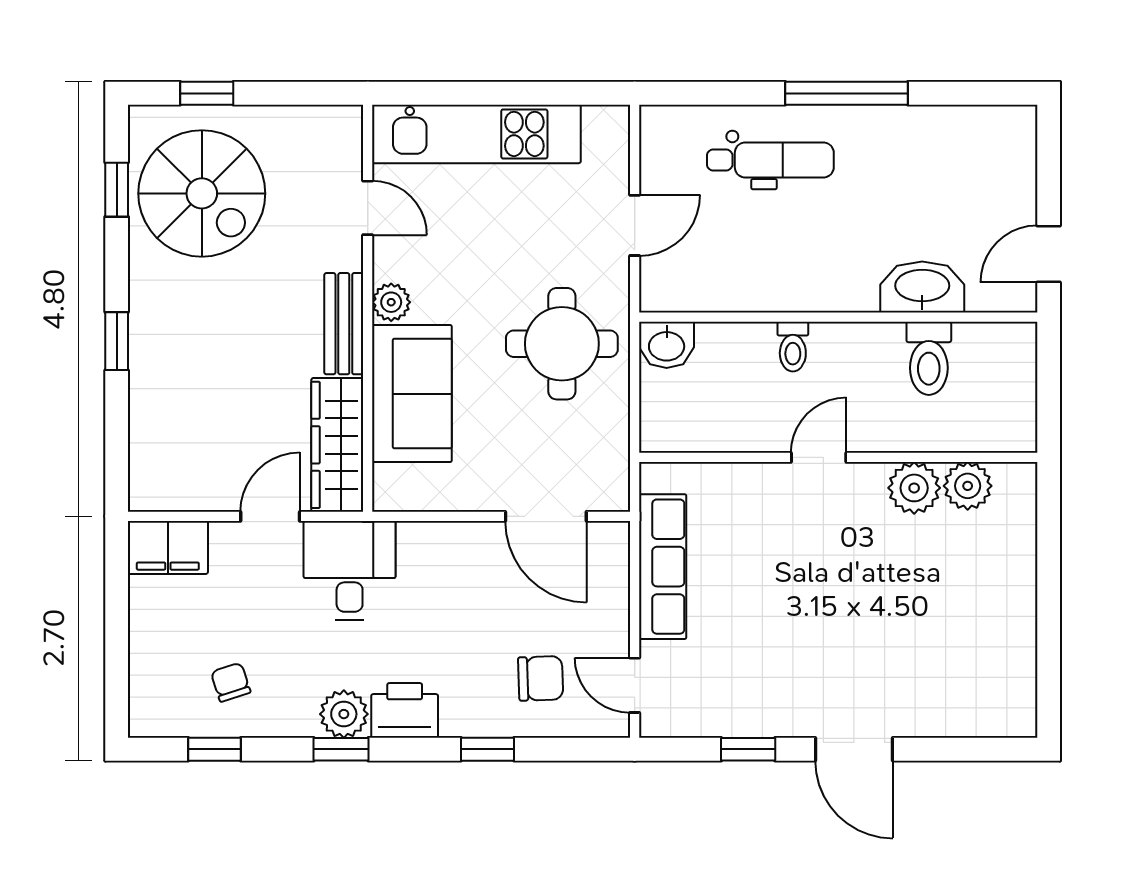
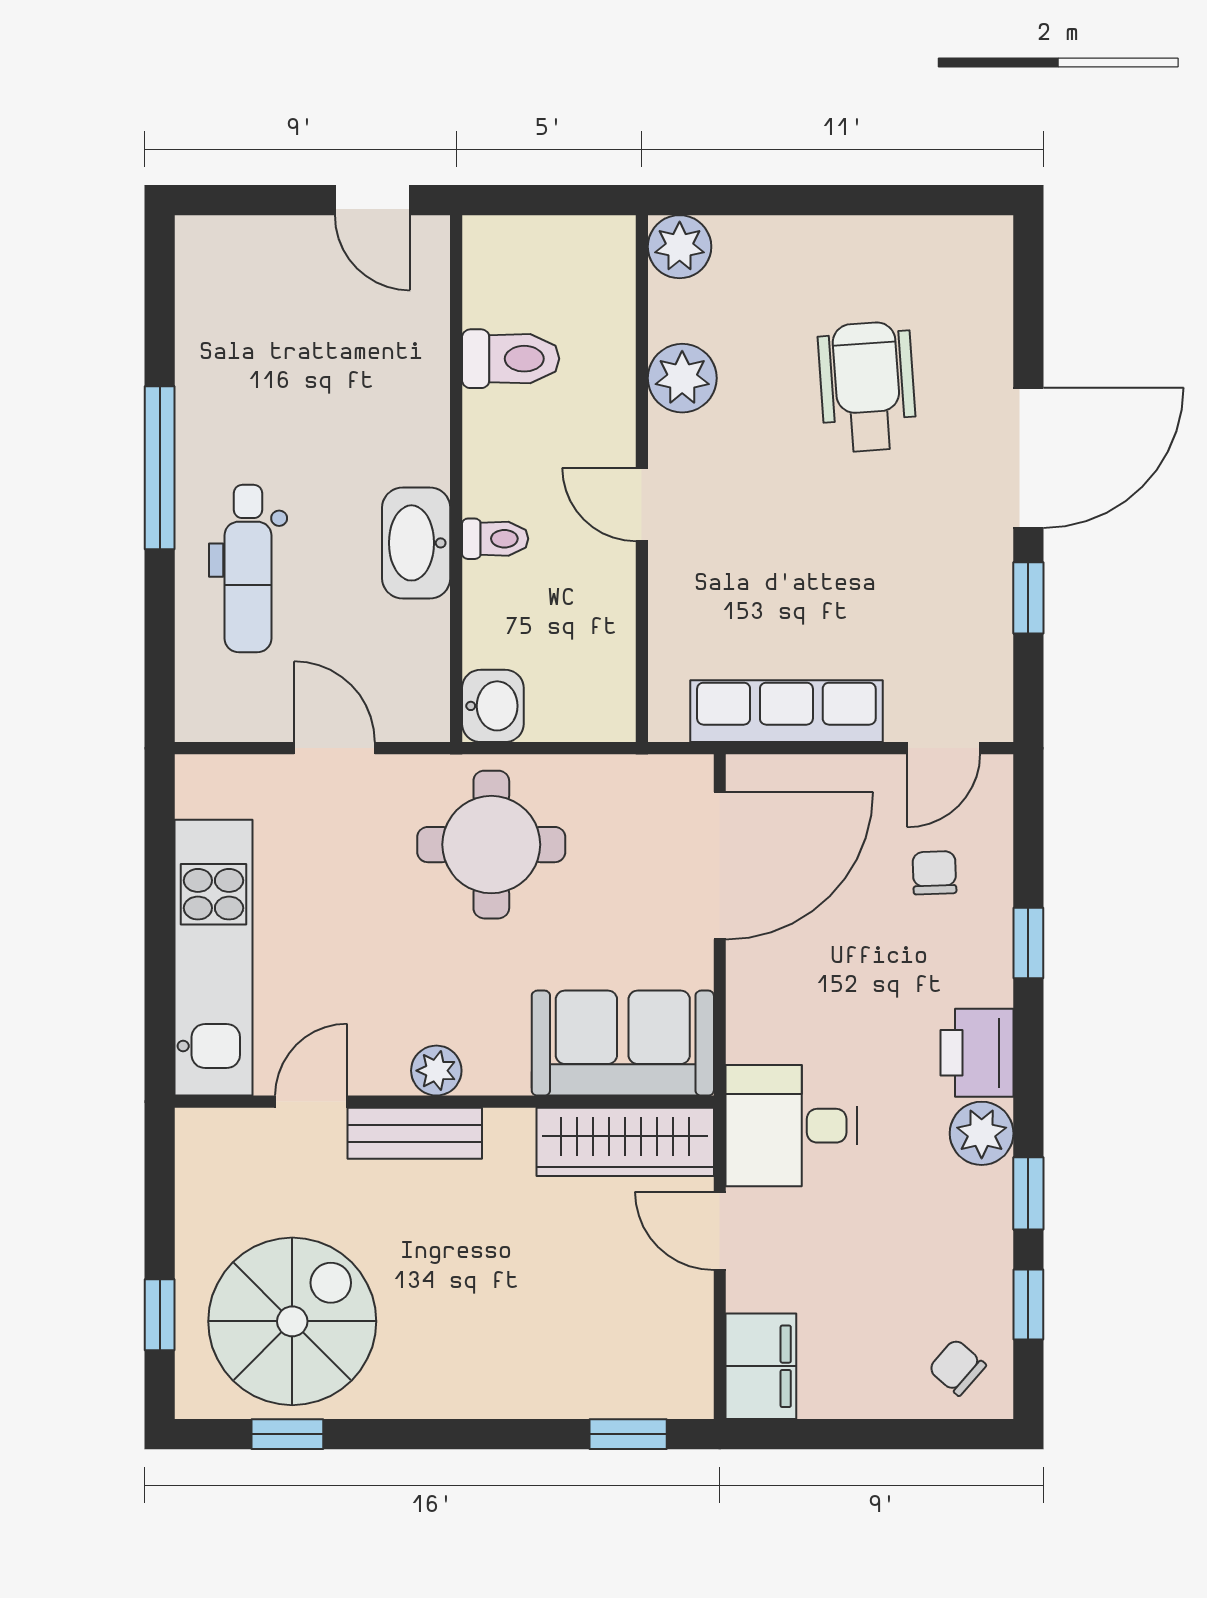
dental chair: (770, 160) -> (248, 569), turned 180
washbasin: (922, 287) -> (416, 543), moved
bench: (344, 324) -> (415, 1133), moved
window: (117, 341) -> (628, 1434), moved
sofa: (412, 394) -> (623, 1043), moved
plant: (968, 486) -> (680, 247), moved
door: (546, 516) -> (720, 866), width x1.36
wheelchair: (908, 628) -> (867, 387), added
chair: (541, 678) -> (934, 873), width x0.73, depth x0.73
chair: (231, 682) -> (957, 1367), moved, turned 59
window: (341, 749) -> (1028, 1193), moved
door: (854, 749) -> (1028, 458), width x1.36

